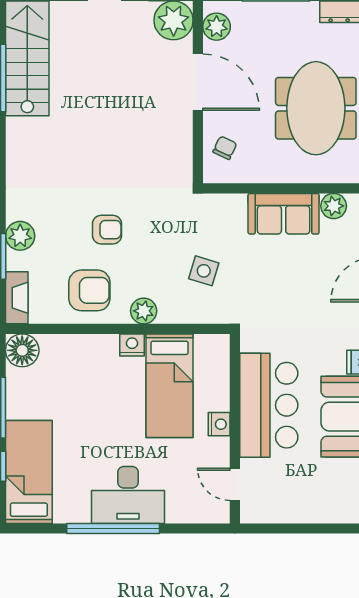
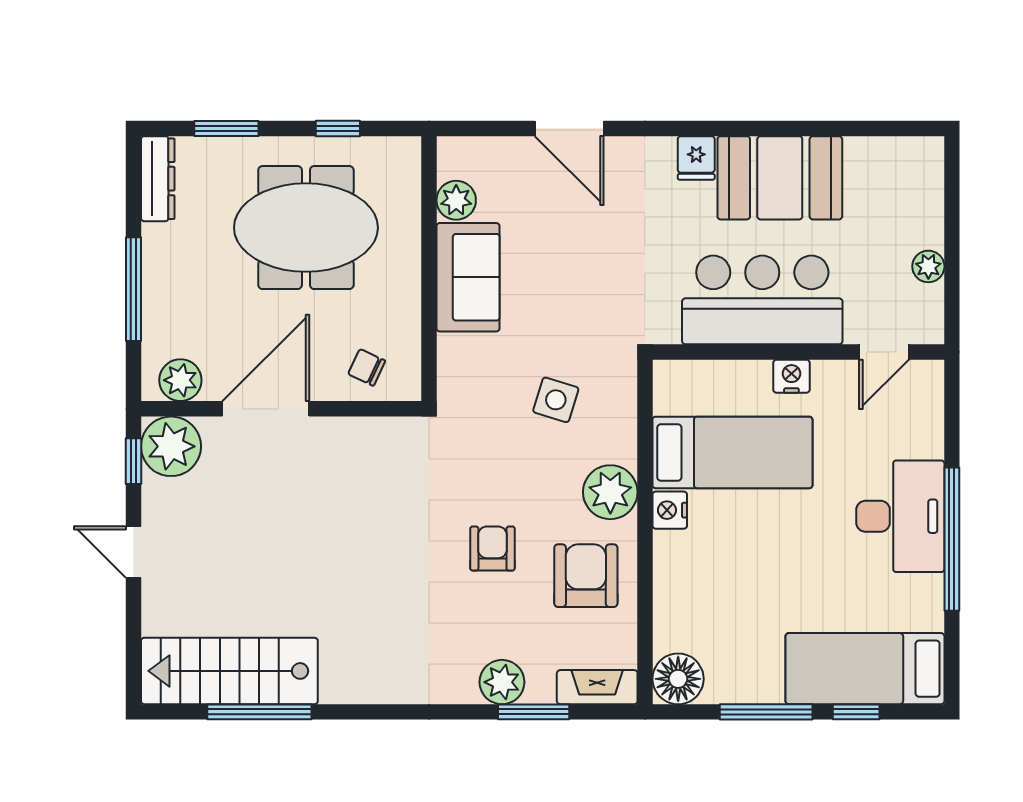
plant: (144, 311) -> (610, 492), width x1.36, depth x1.36
plant: (291, 513) -> (928, 266), added

